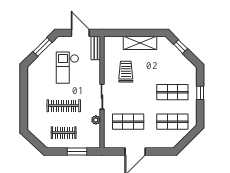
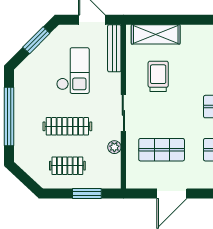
shelving: (140, 43) -> (156, 34), moved
bench: (96, 48) -> (114, 48), width x1.36
checkout: (67, 68) -> (73, 71), turned 180
window: (24, 99) -> (9, 116), added

